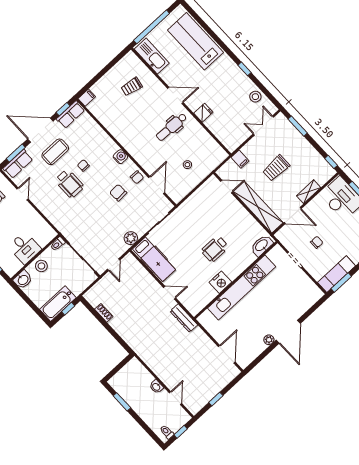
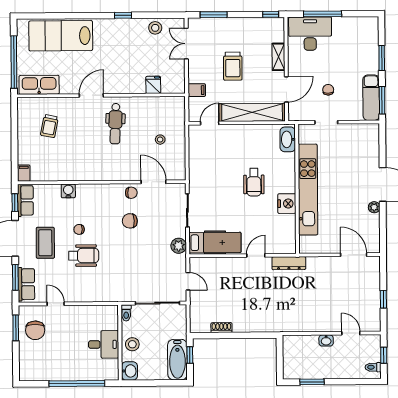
fridge: (203, 113) -> (153, 85), moved
water cooler: (120, 157) -> (68, 191), moved

